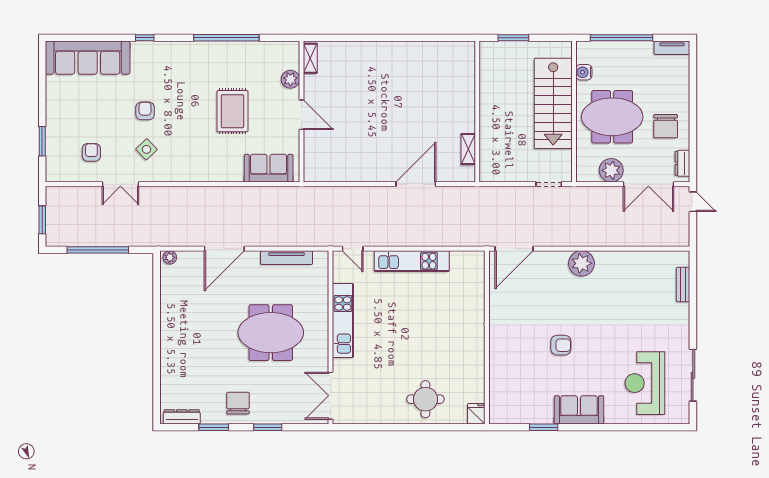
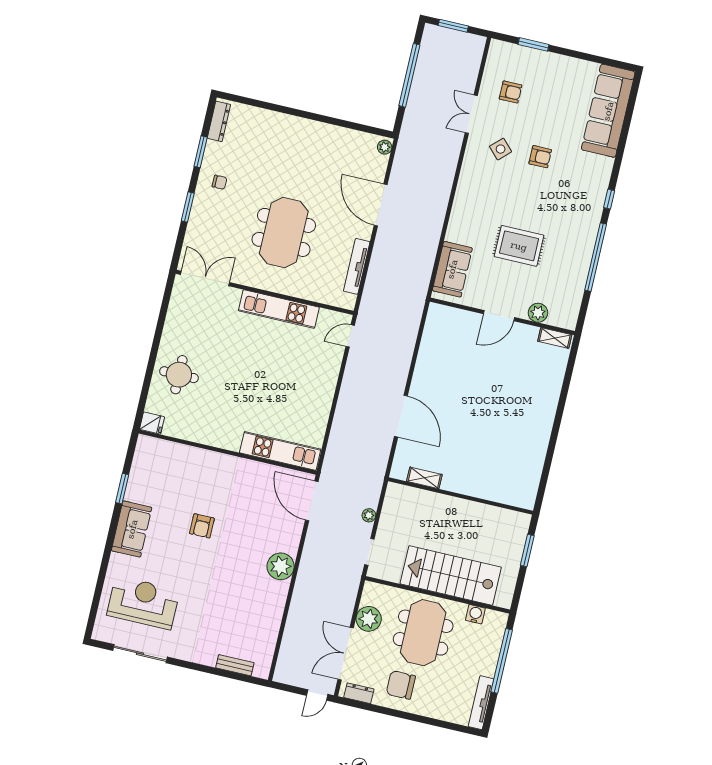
window: (145, 38) -> (609, 199), moved
tv unit: (672, 48) -> (481, 703), width x1.41
plant: (515, 192) -> (369, 515), added
kitchen unit: (412, 261) -> (280, 451), moved, turned 90
chair: (238, 403) -> (220, 182), width x0.54, depth x0.54

